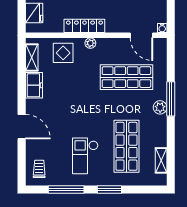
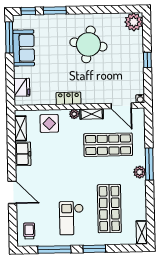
locker: (84, 26) -> (68, 98), width x0.66
shelving: (109, 43) -> (92, 114), added
shelving: (161, 160) -> (142, 232), moved

